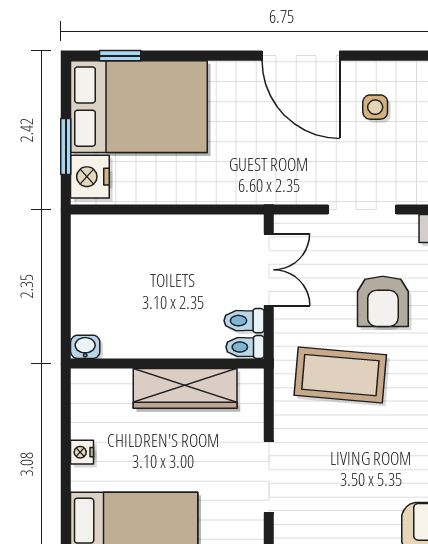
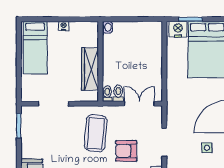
double door: (269, 270) -> (139, 104), swing flipped

